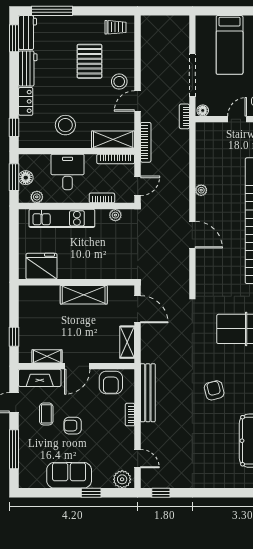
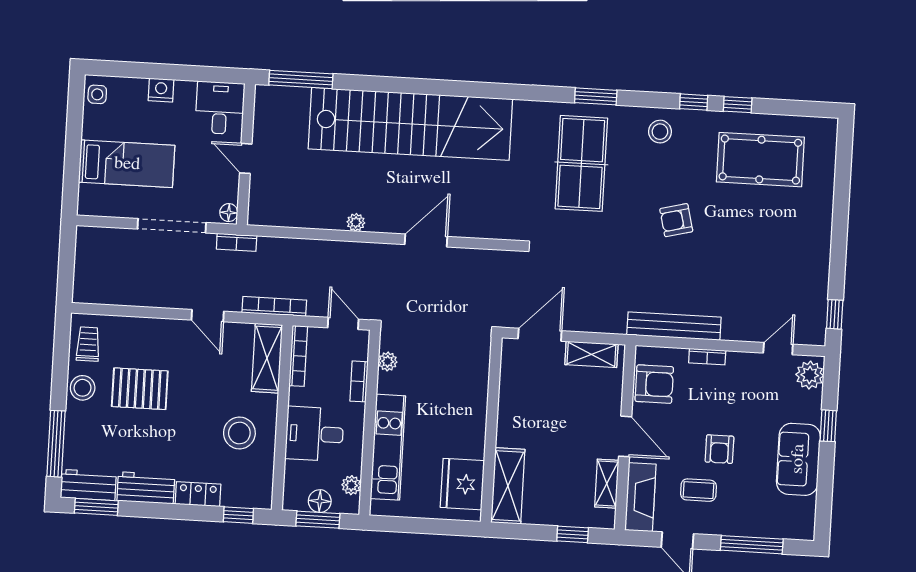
stool: (119, 82) -> (83, 388), moved
shelving: (84, 295) -> (508, 486), moved

